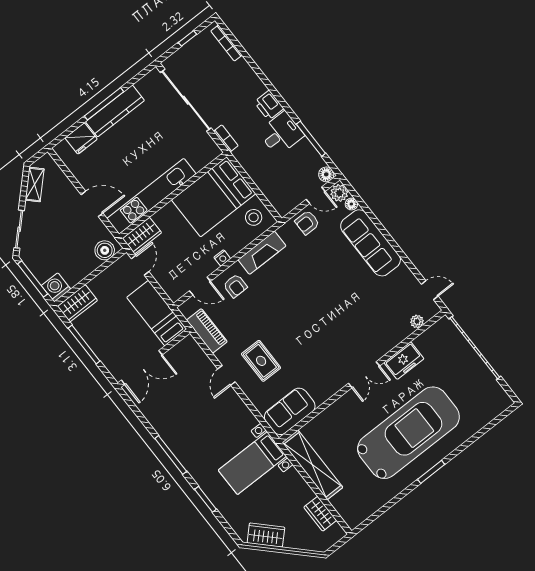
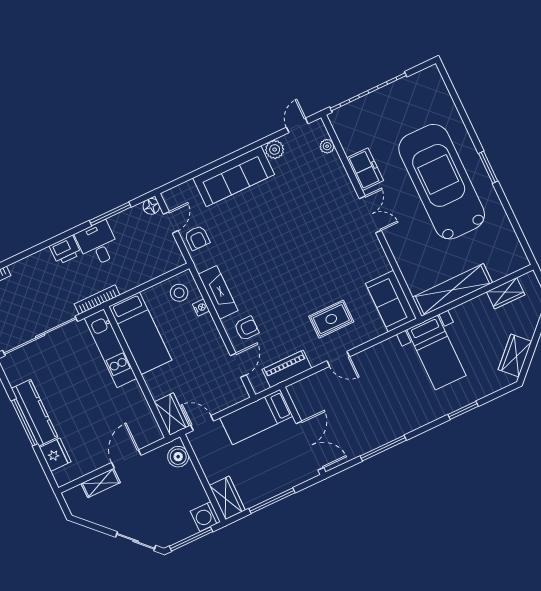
bookcase: (226, 138) -> (97, 300), width x1.56
shelving: (35, 184) -> (101, 483), moved, turned -45
plant: (339, 193) -> (275, 149), moved
kitchen unit: (151, 196) -> (111, 348), moved, width x0.73
bed: (214, 197) -> (140, 333), width x0.67
floor lamp: (351, 204) -> (188, 187), removed
nightstand: (222, 258) -> (201, 308), moved
window: (171, 455) -> (383, 448), moved

